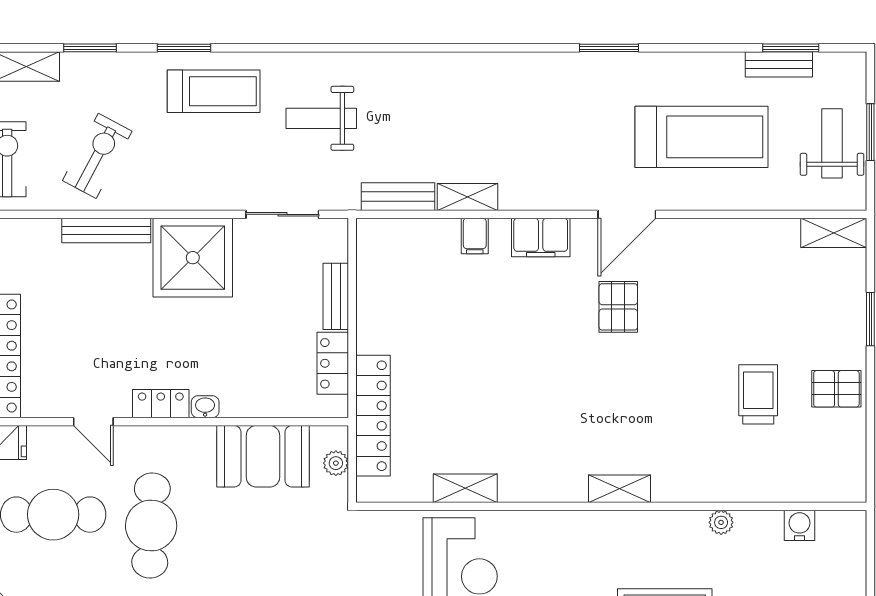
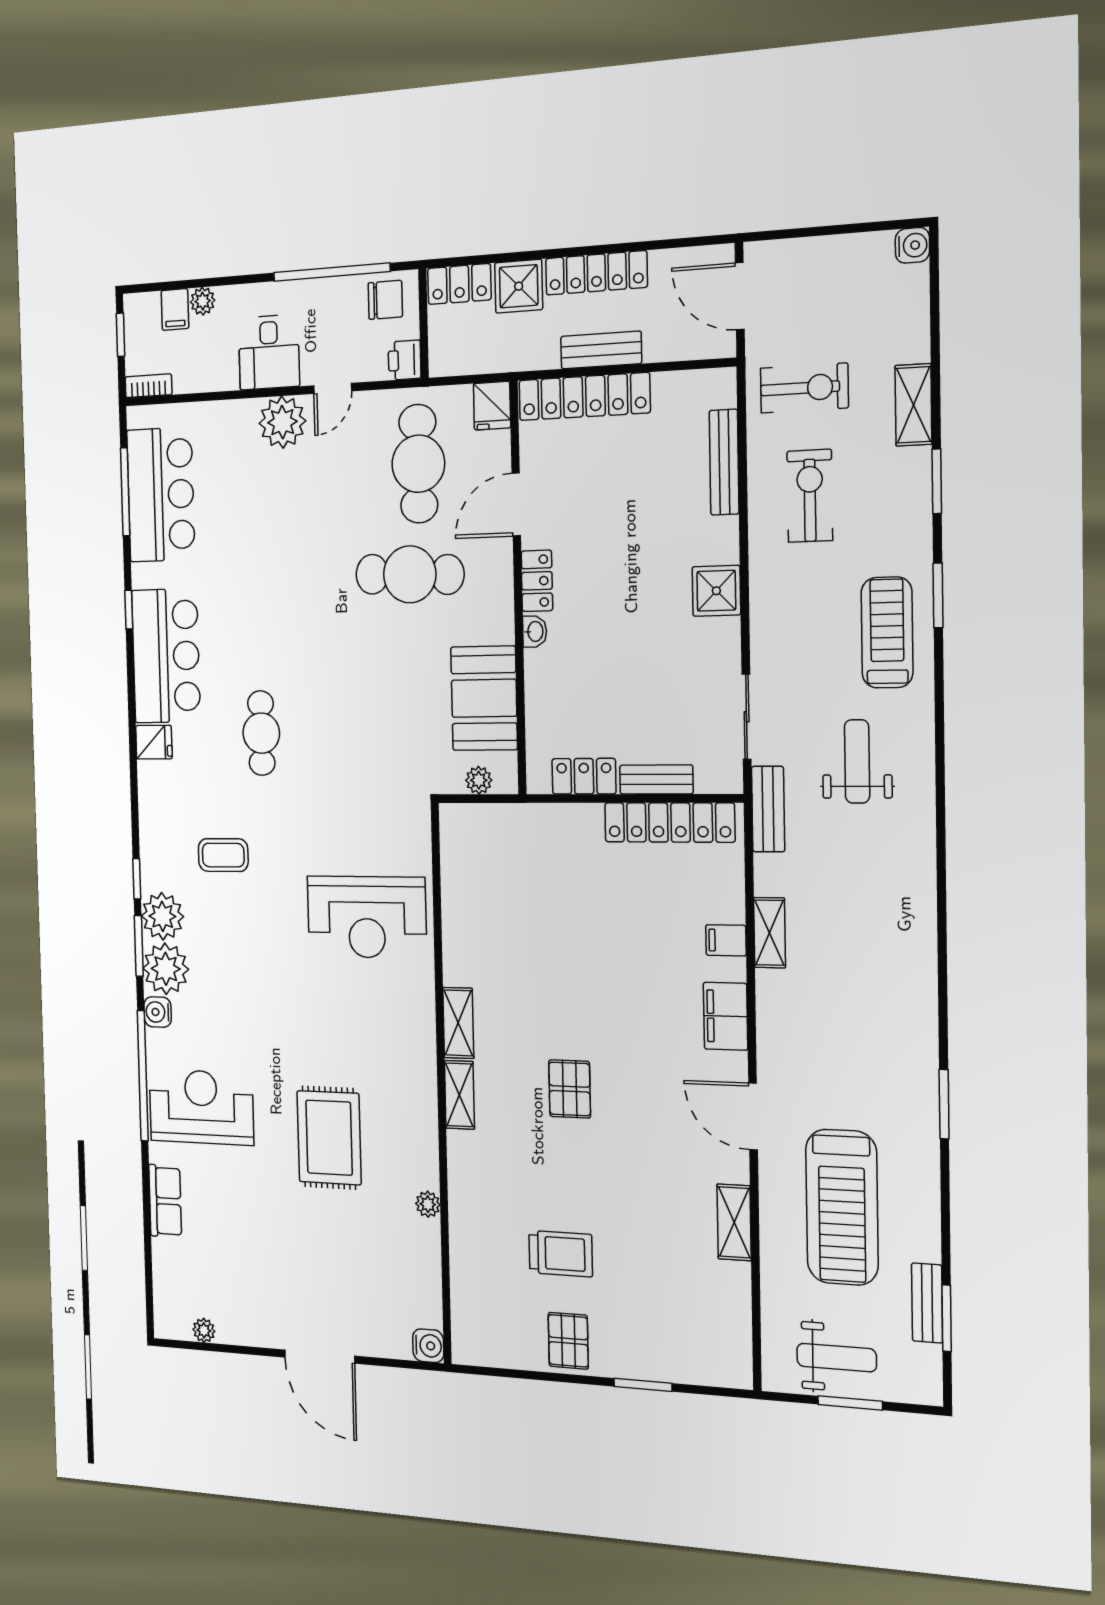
treadmill: (214, 91) -> (887, 632), turned 180
exercise bike: (97, 156) -> (810, 496), turned -118
bench: (398, 197) -> (768, 809), moved
bench: (106, 231) -> (724, 462), moved
shelving: (834, 233) -> (734, 1222), moved
shower: (193, 258) -> (716, 591), width x0.54, depth x0.54
pallet: (618, 307) -> (570, 1089), moved, turned 90
locker: (373, 416) -> (669, 822), moved
door: (93, 422) -> (516, 505), width x1.38
shelving: (465, 488) -> (458, 1023), moved
water cooler: (800, 525) -> (428, 1346), moved

